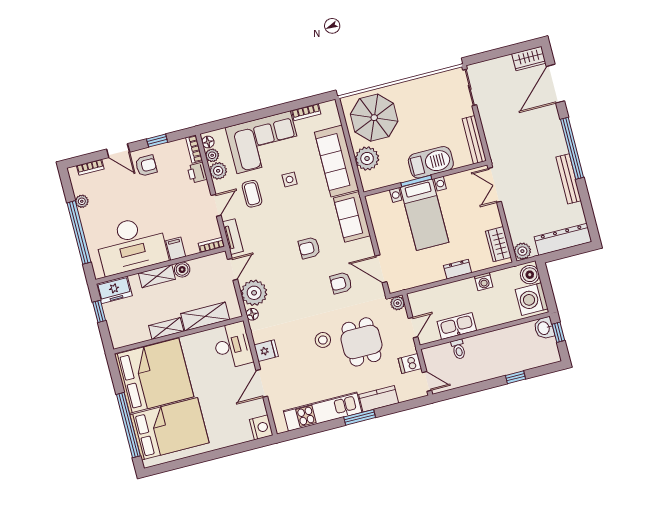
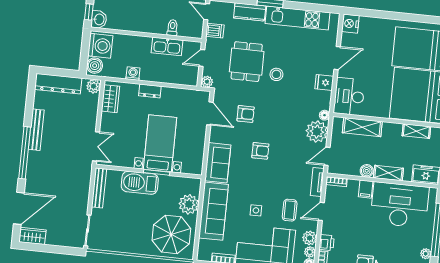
shelving: (166, 328) -> (416, 131), moved

